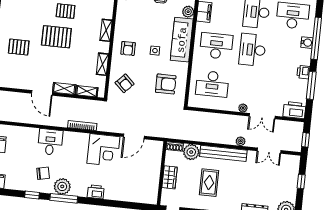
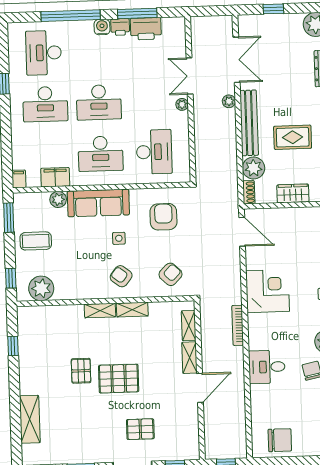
pallet: (56, 37) -> (119, 379), turned 90
water cooler: (307, 43) -> (102, 27), moved
desk: (216, 46) -> (101, 154), turned -90
pallet: (19, 47) -> (140, 429), turned 90
armchair: (128, 48) -> (121, 276), turned -142
shelving: (102, 64) -> (132, 310), moved
printer: (294, 110) -> (146, 29), moved, turned -90
double door: (262, 116) -> (190, 76), swing flipped
door: (134, 136) -> (242, 232), moved
window: (306, 140) -> (214, 11), removed
double door: (269, 151) -> (236, 60), width x1.37

